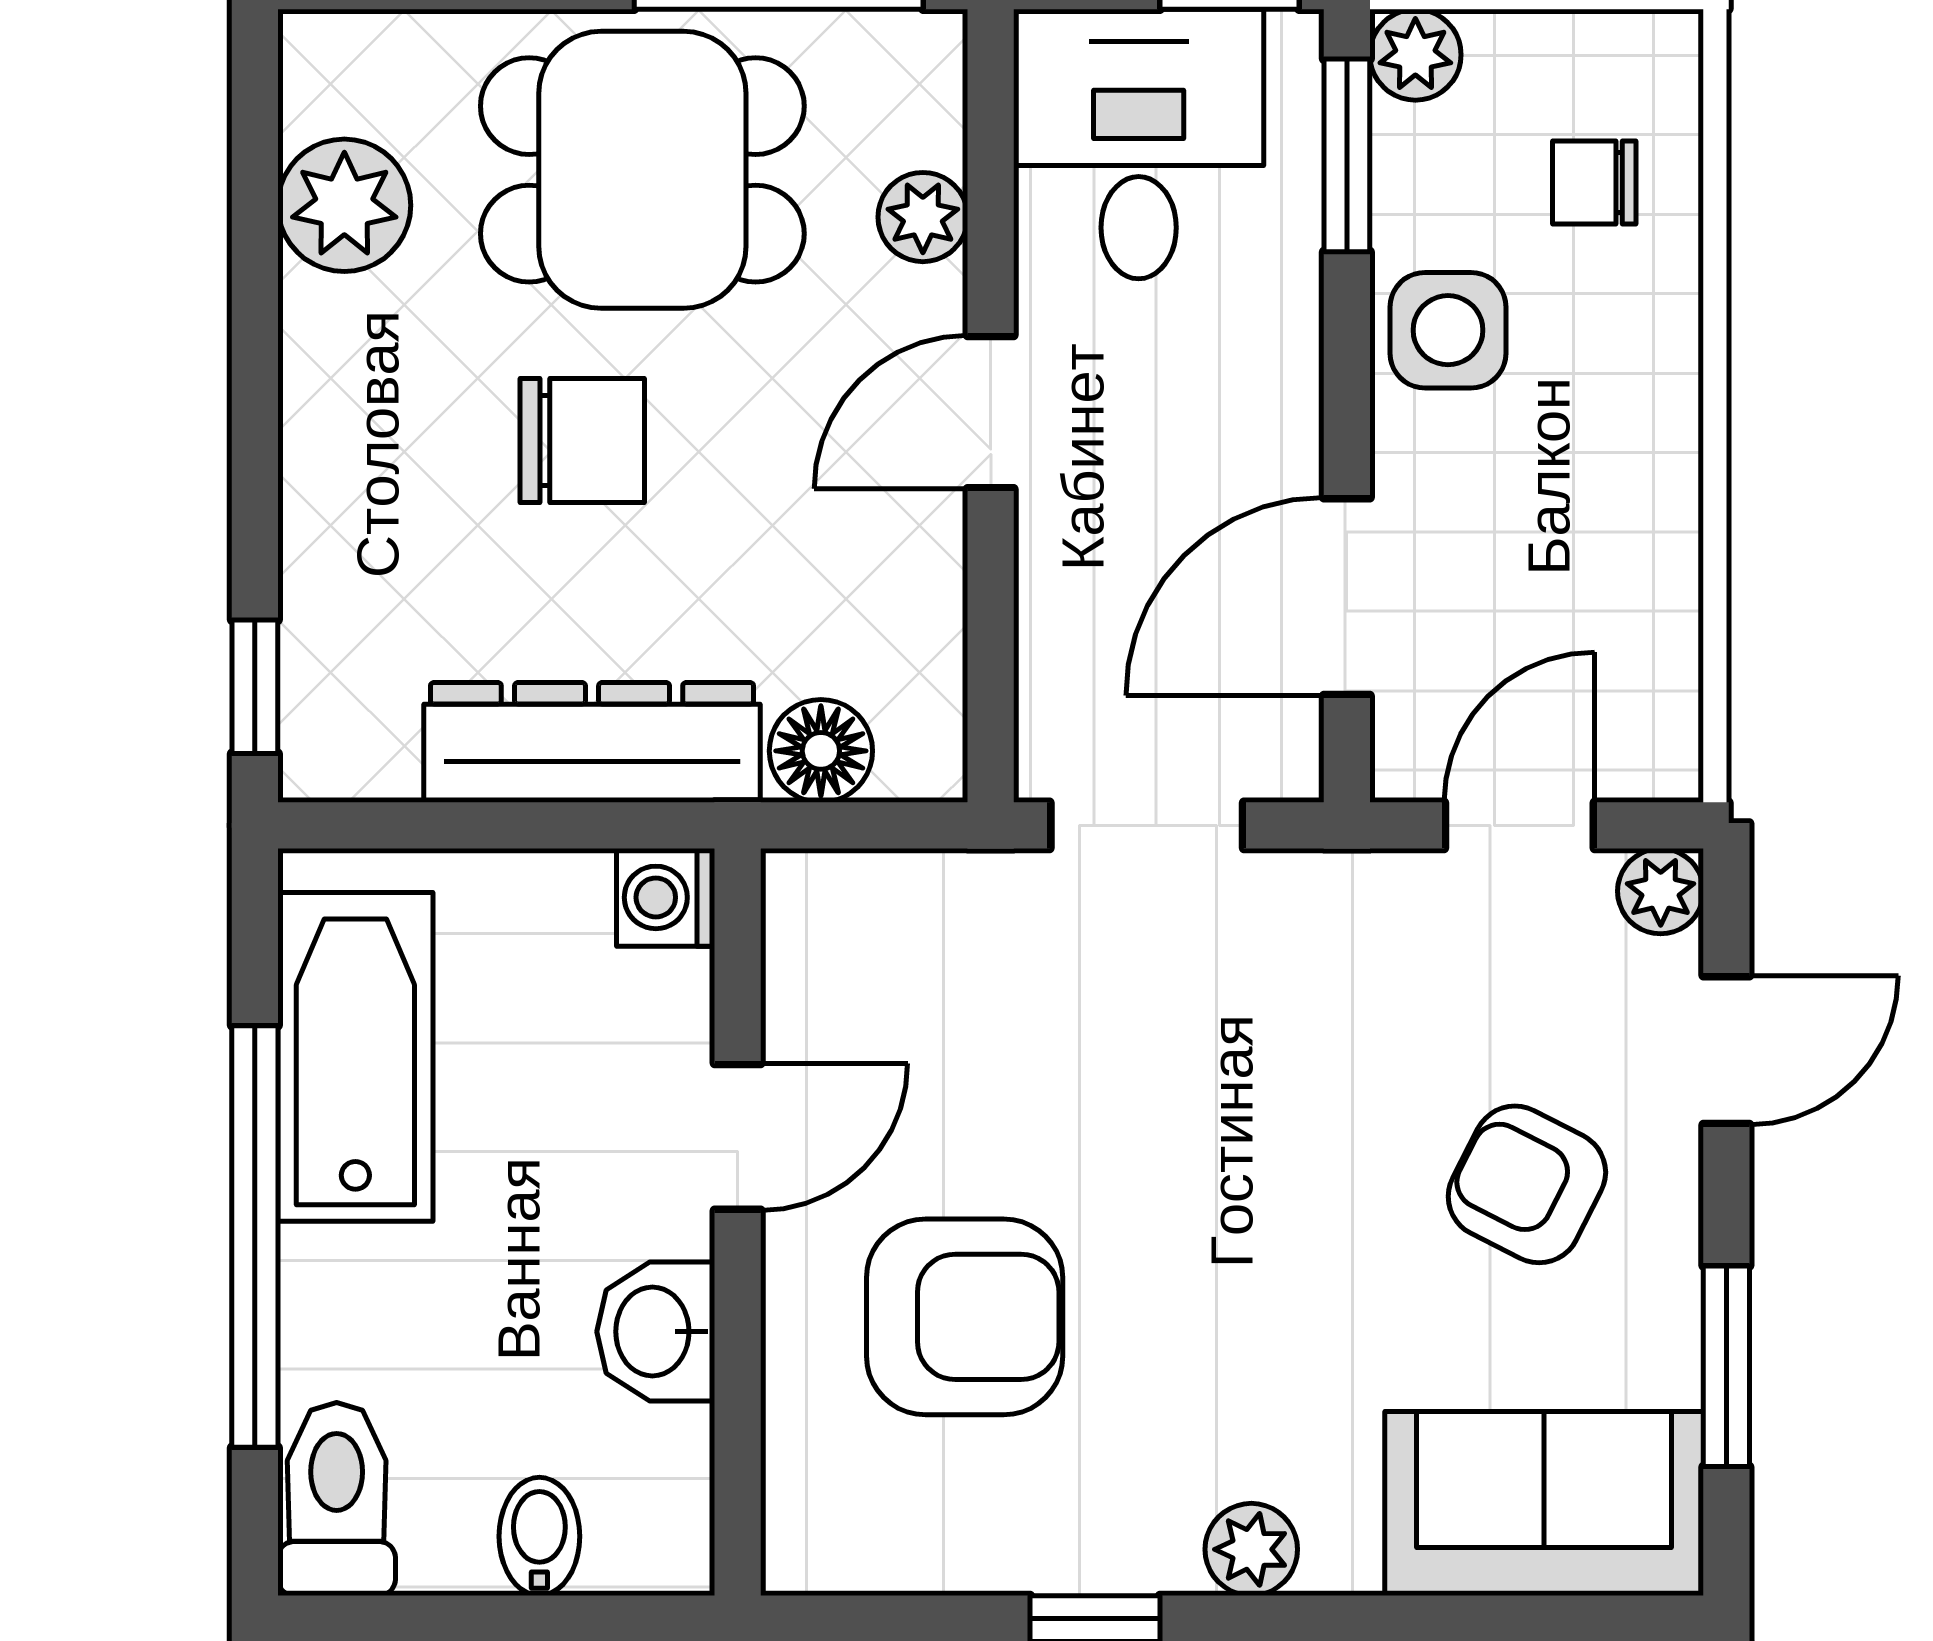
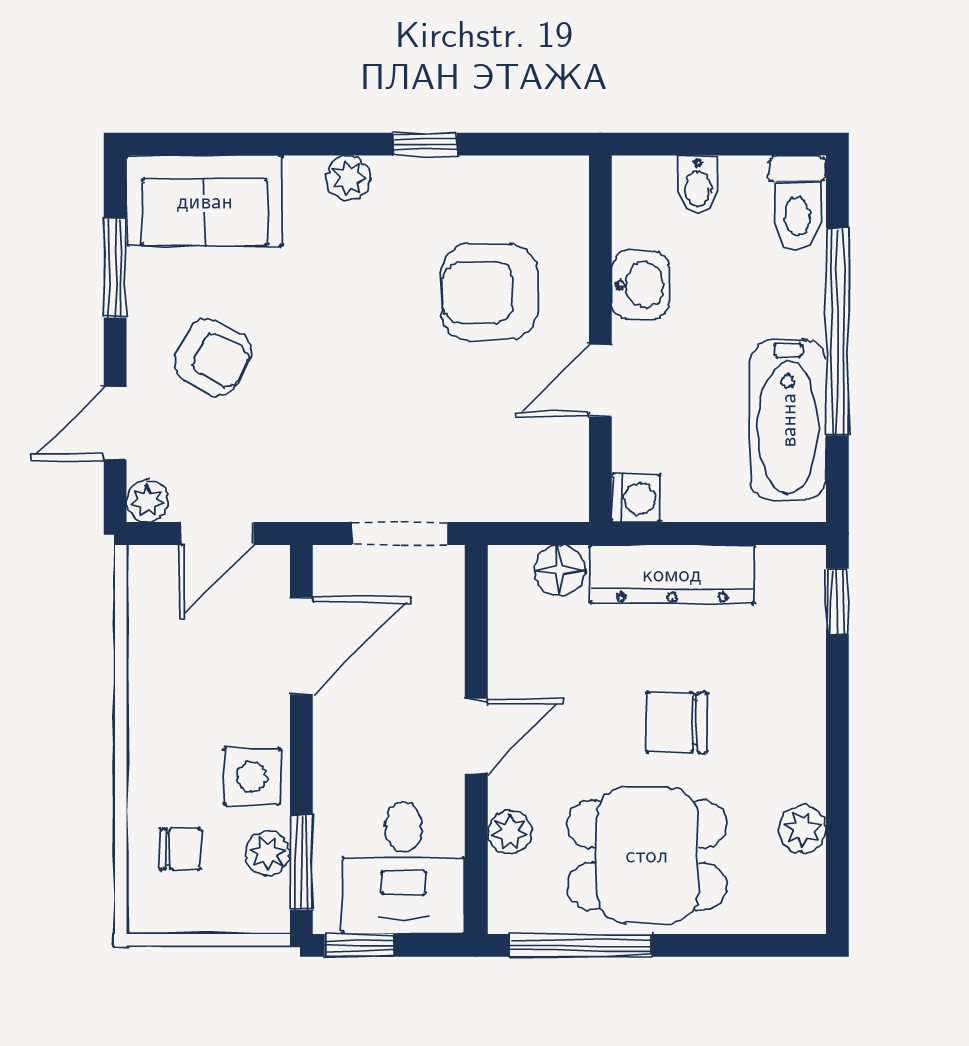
plant: (1415, 55) -> (268, 853), moved
plant: (344, 205) -> (802, 829), width x0.73, depth x0.73

